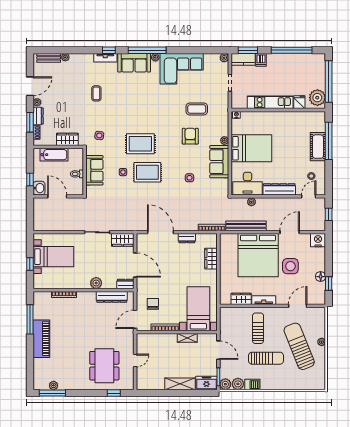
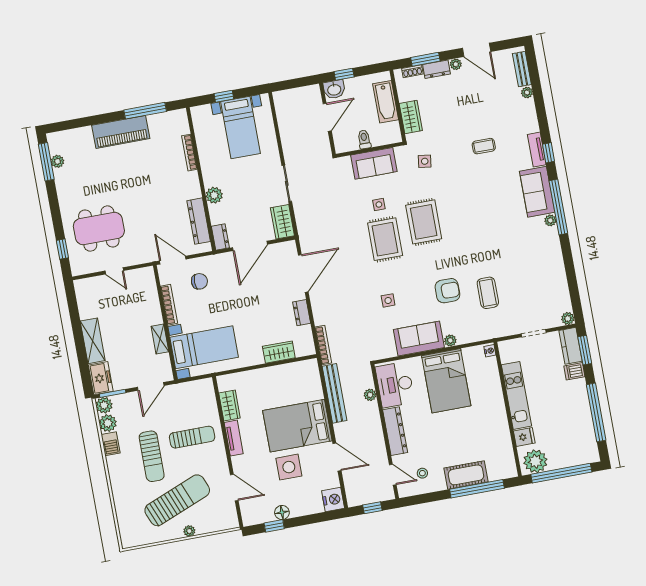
corner sofa: (182, 69) -> (541, 261), removed
bed: (258, 255) -> (297, 426), width x0.73

